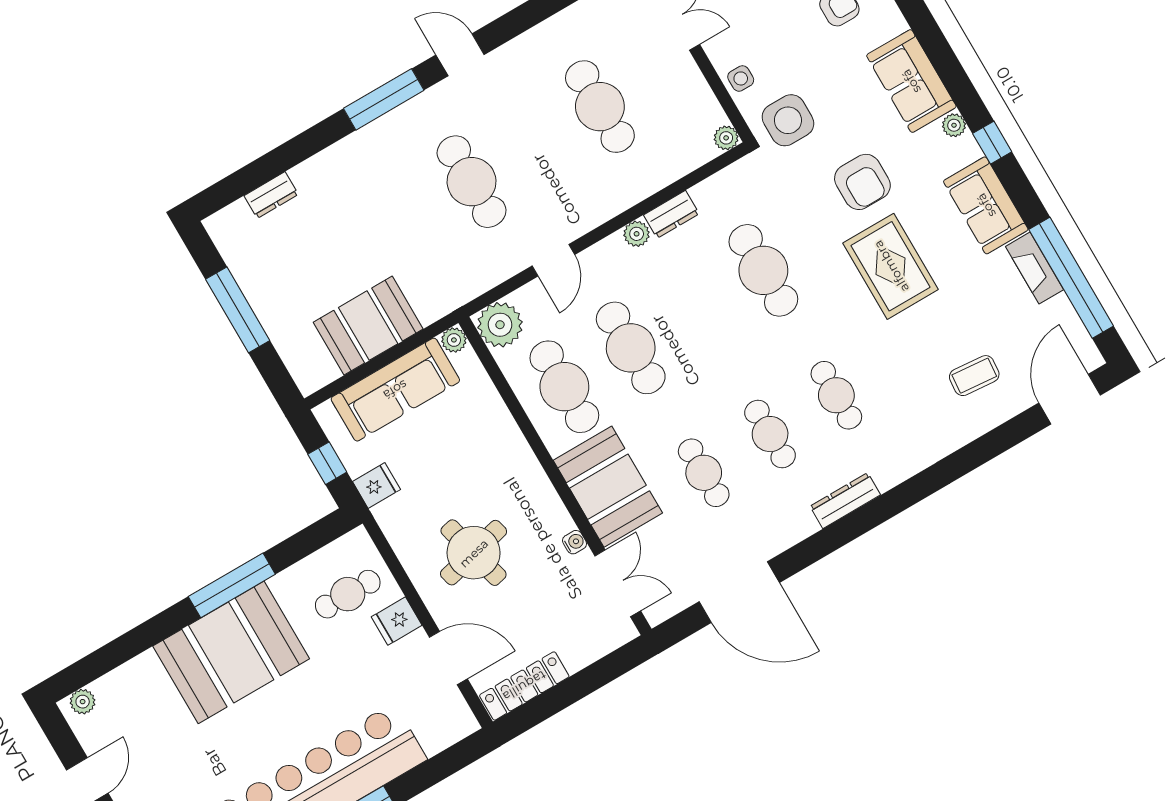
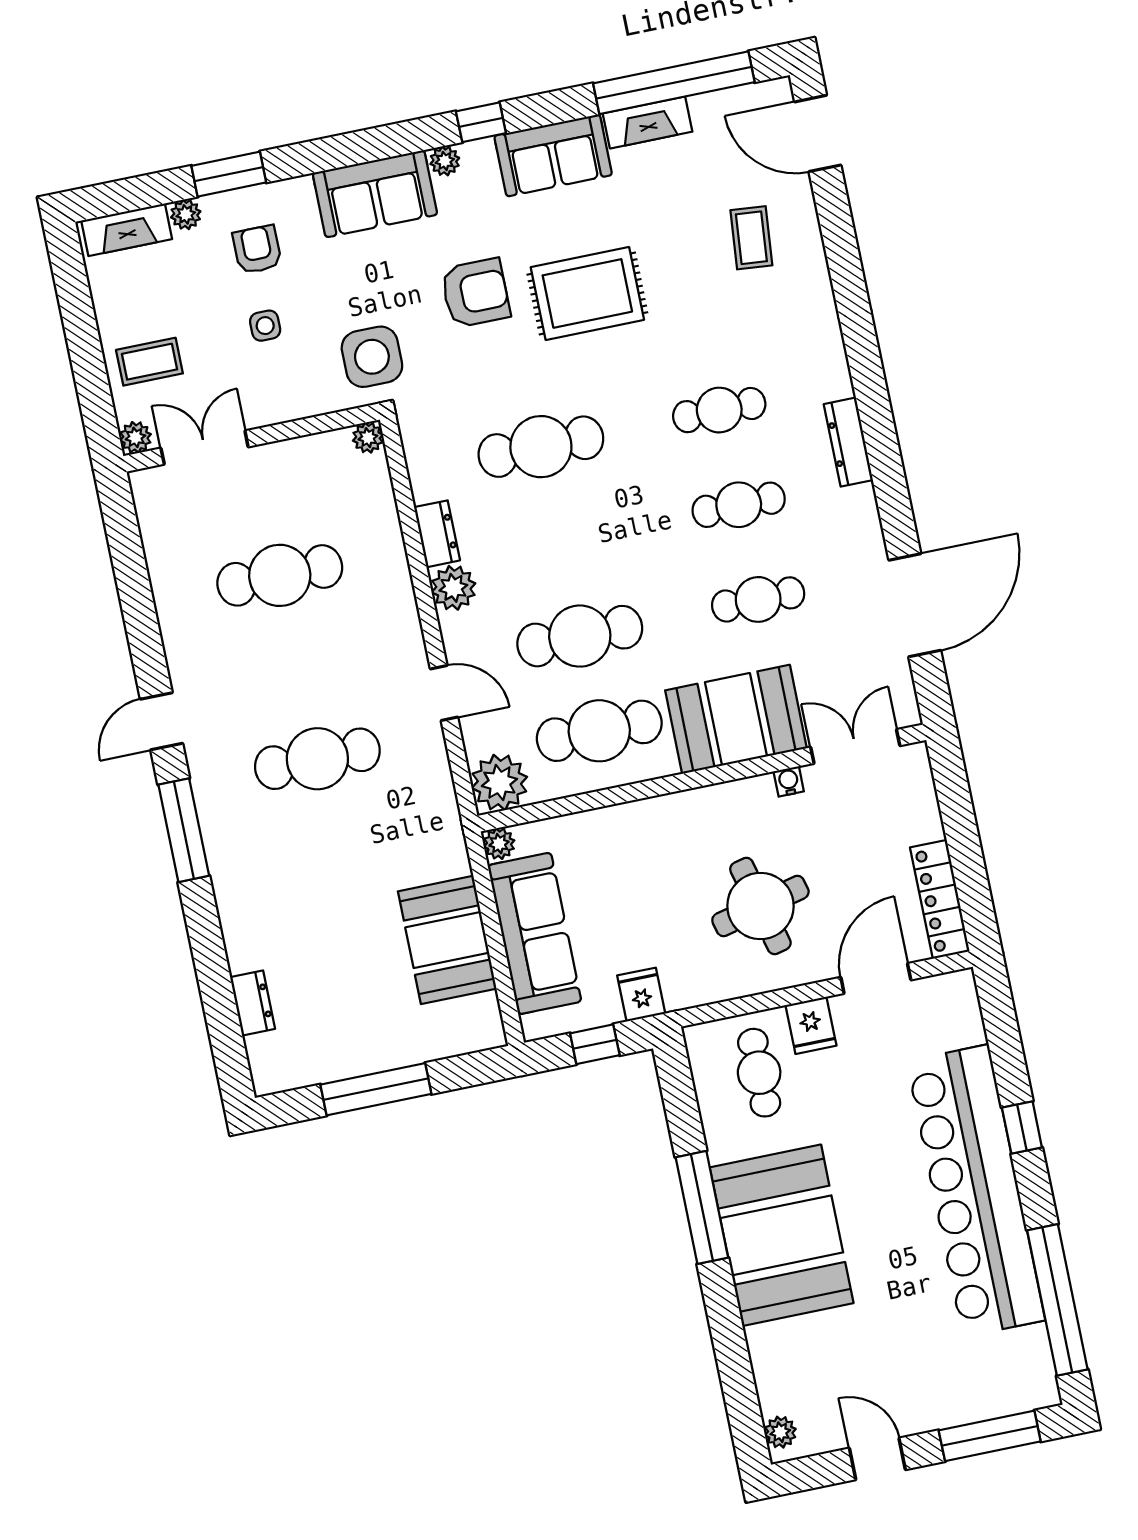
side table: (741, 78) -> (265, 326), moved
plant: (637, 234) -> (453, 588), width x1.38, depth x1.38

